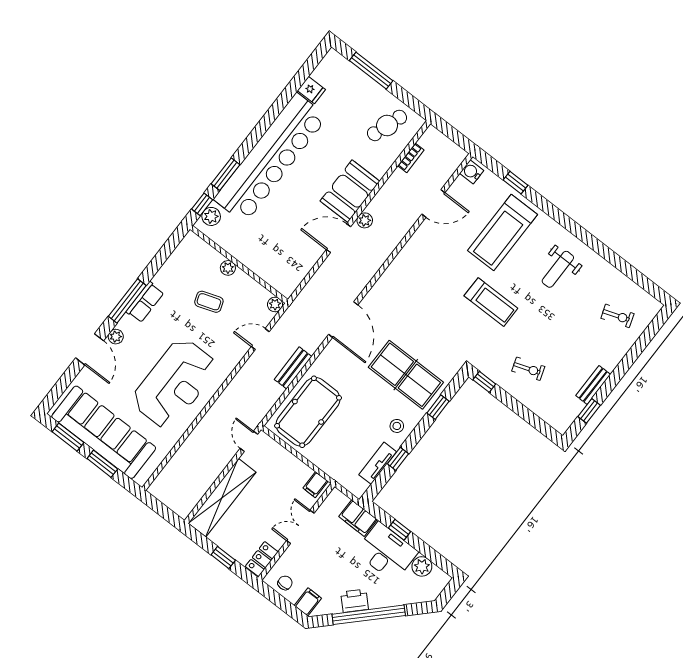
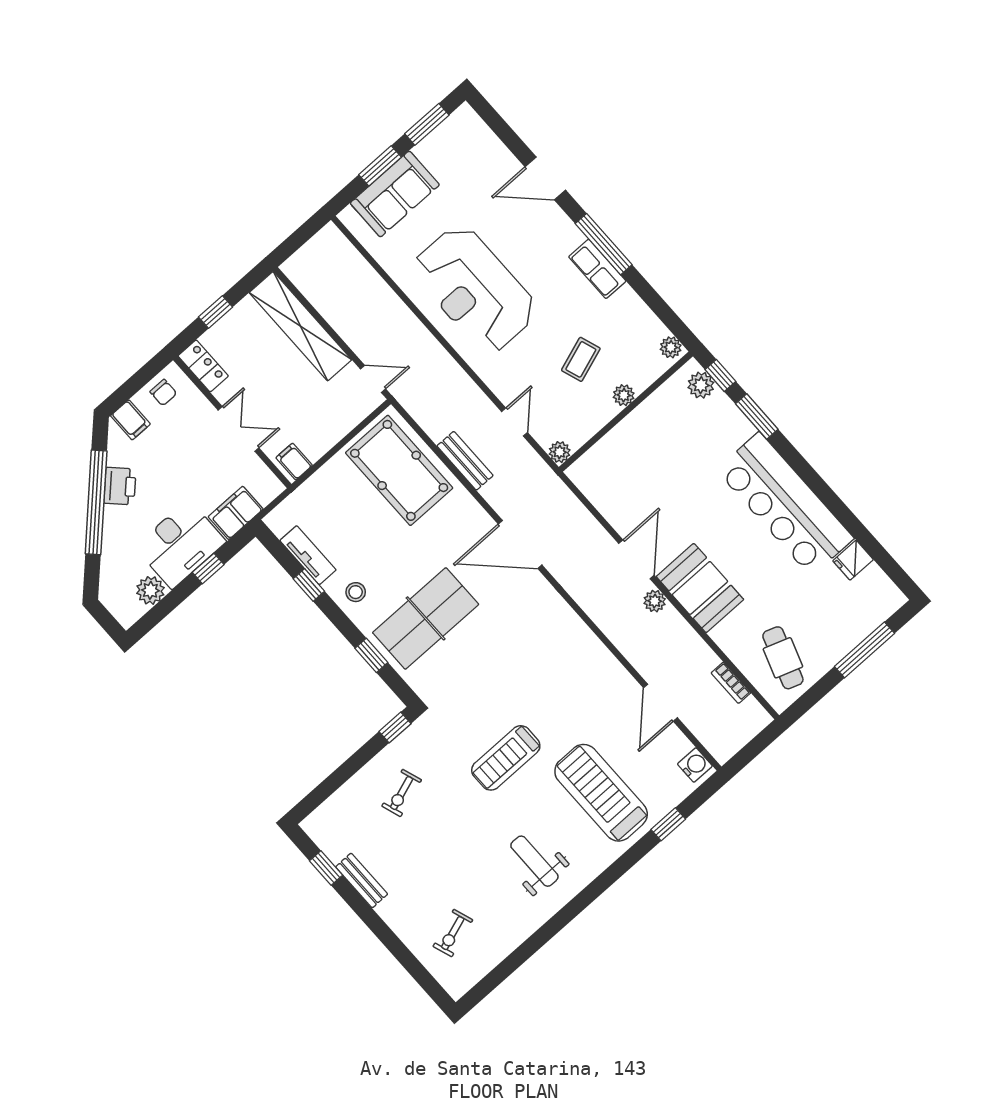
bar counter: (271, 158) -> (785, 504), width x0.73
plant: (116, 337) -> (671, 347), moved
sofa: (104, 432) -> (395, 194), width x0.54, depth x0.79

